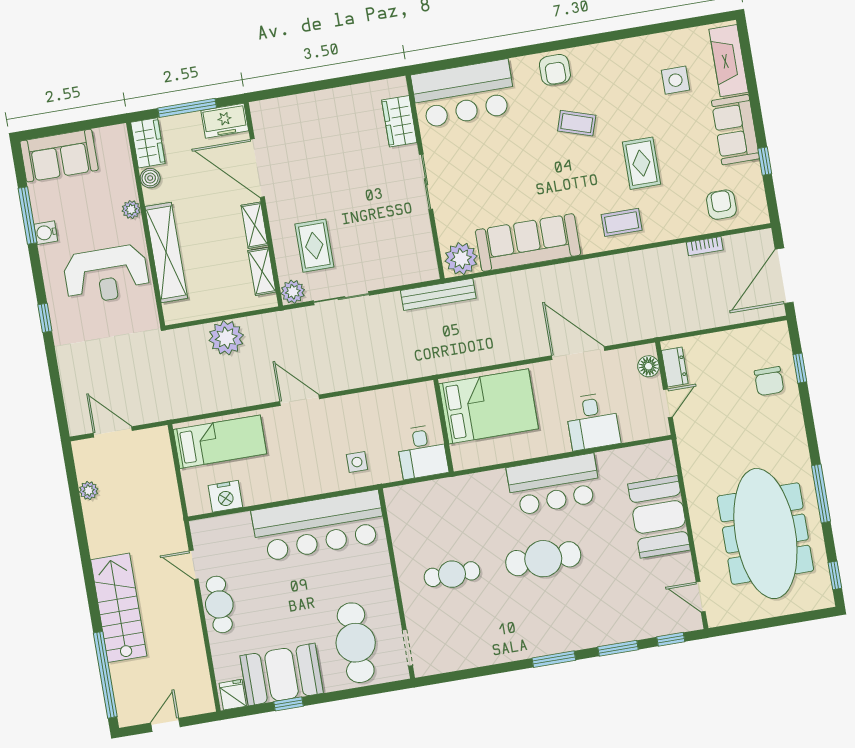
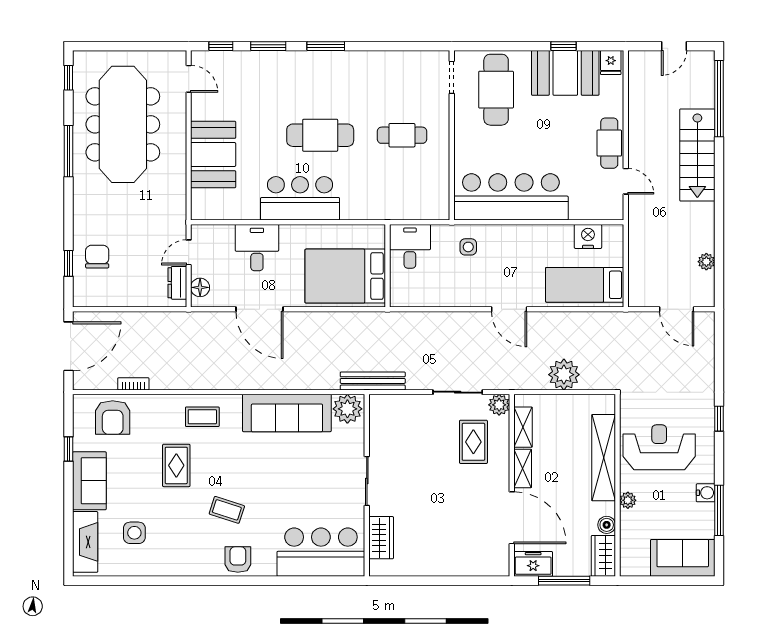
armchair: (721, 205) -> (113, 418), width x1.38, depth x1.38

